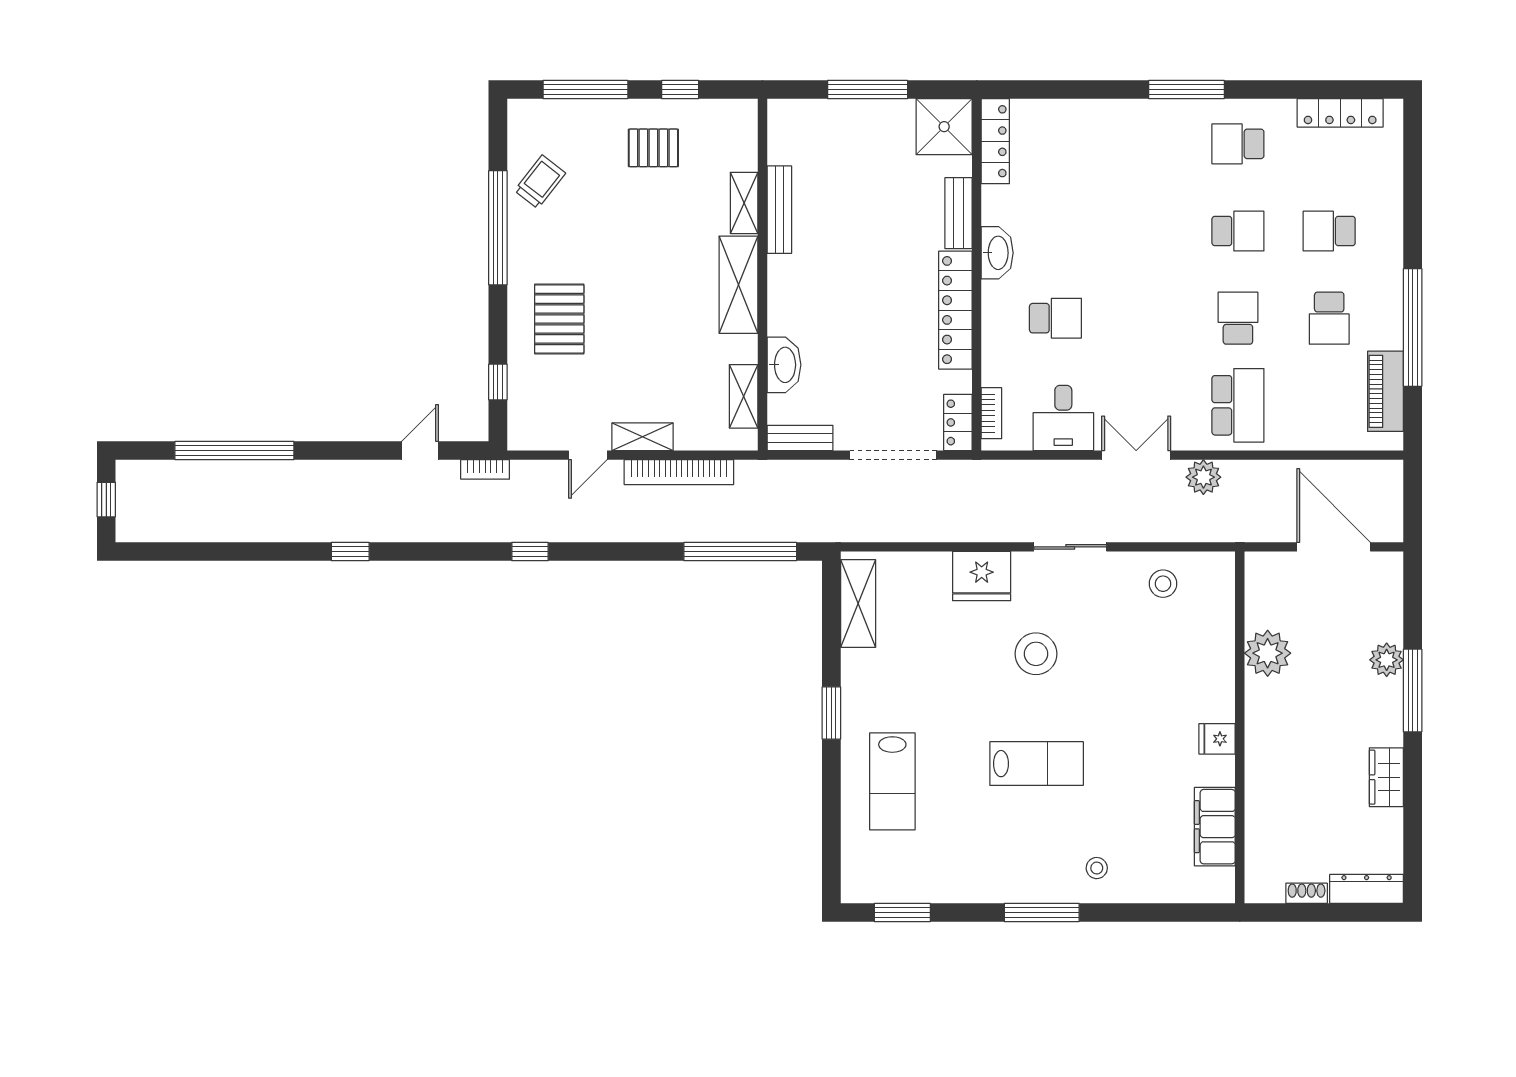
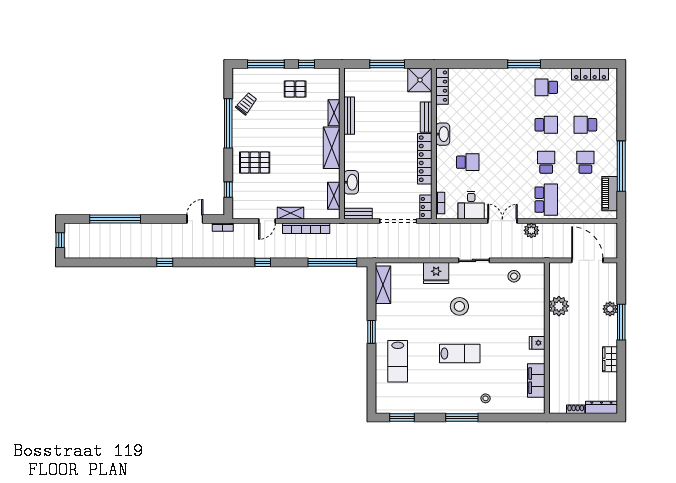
school desk: (1329, 318) -> (585, 162), turned 180
pallet: (559, 319) -> (255, 163), turned 90
window: (530, 551) -> (263, 262), moved

